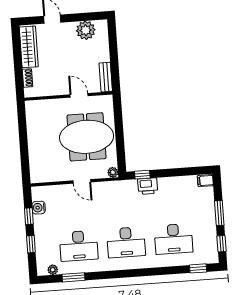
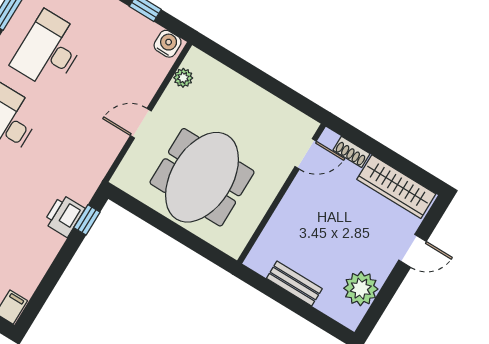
bench: (106, 77) -> (294, 284), moved
door: (79, 95) -> (306, 154), moved
plant: (113, 172) -> (183, 78), moved
water cooler: (39, 208) -> (168, 44), moved

